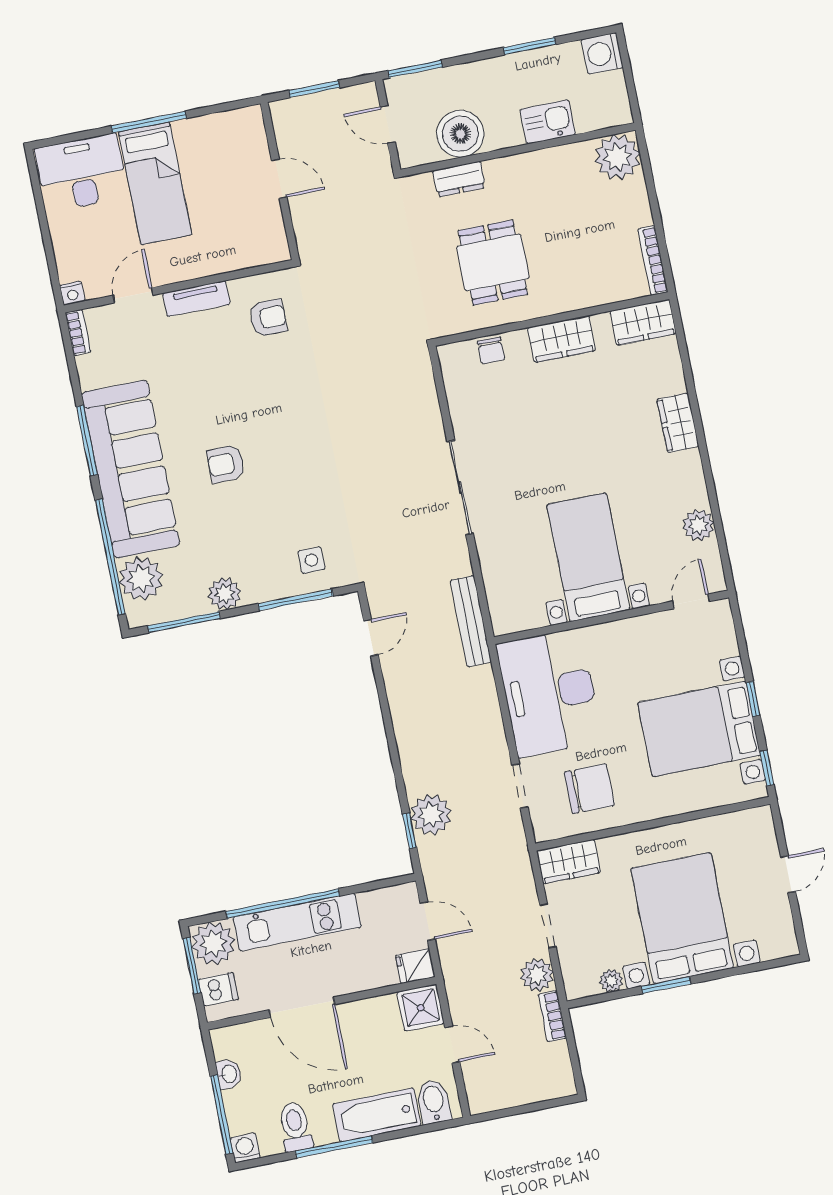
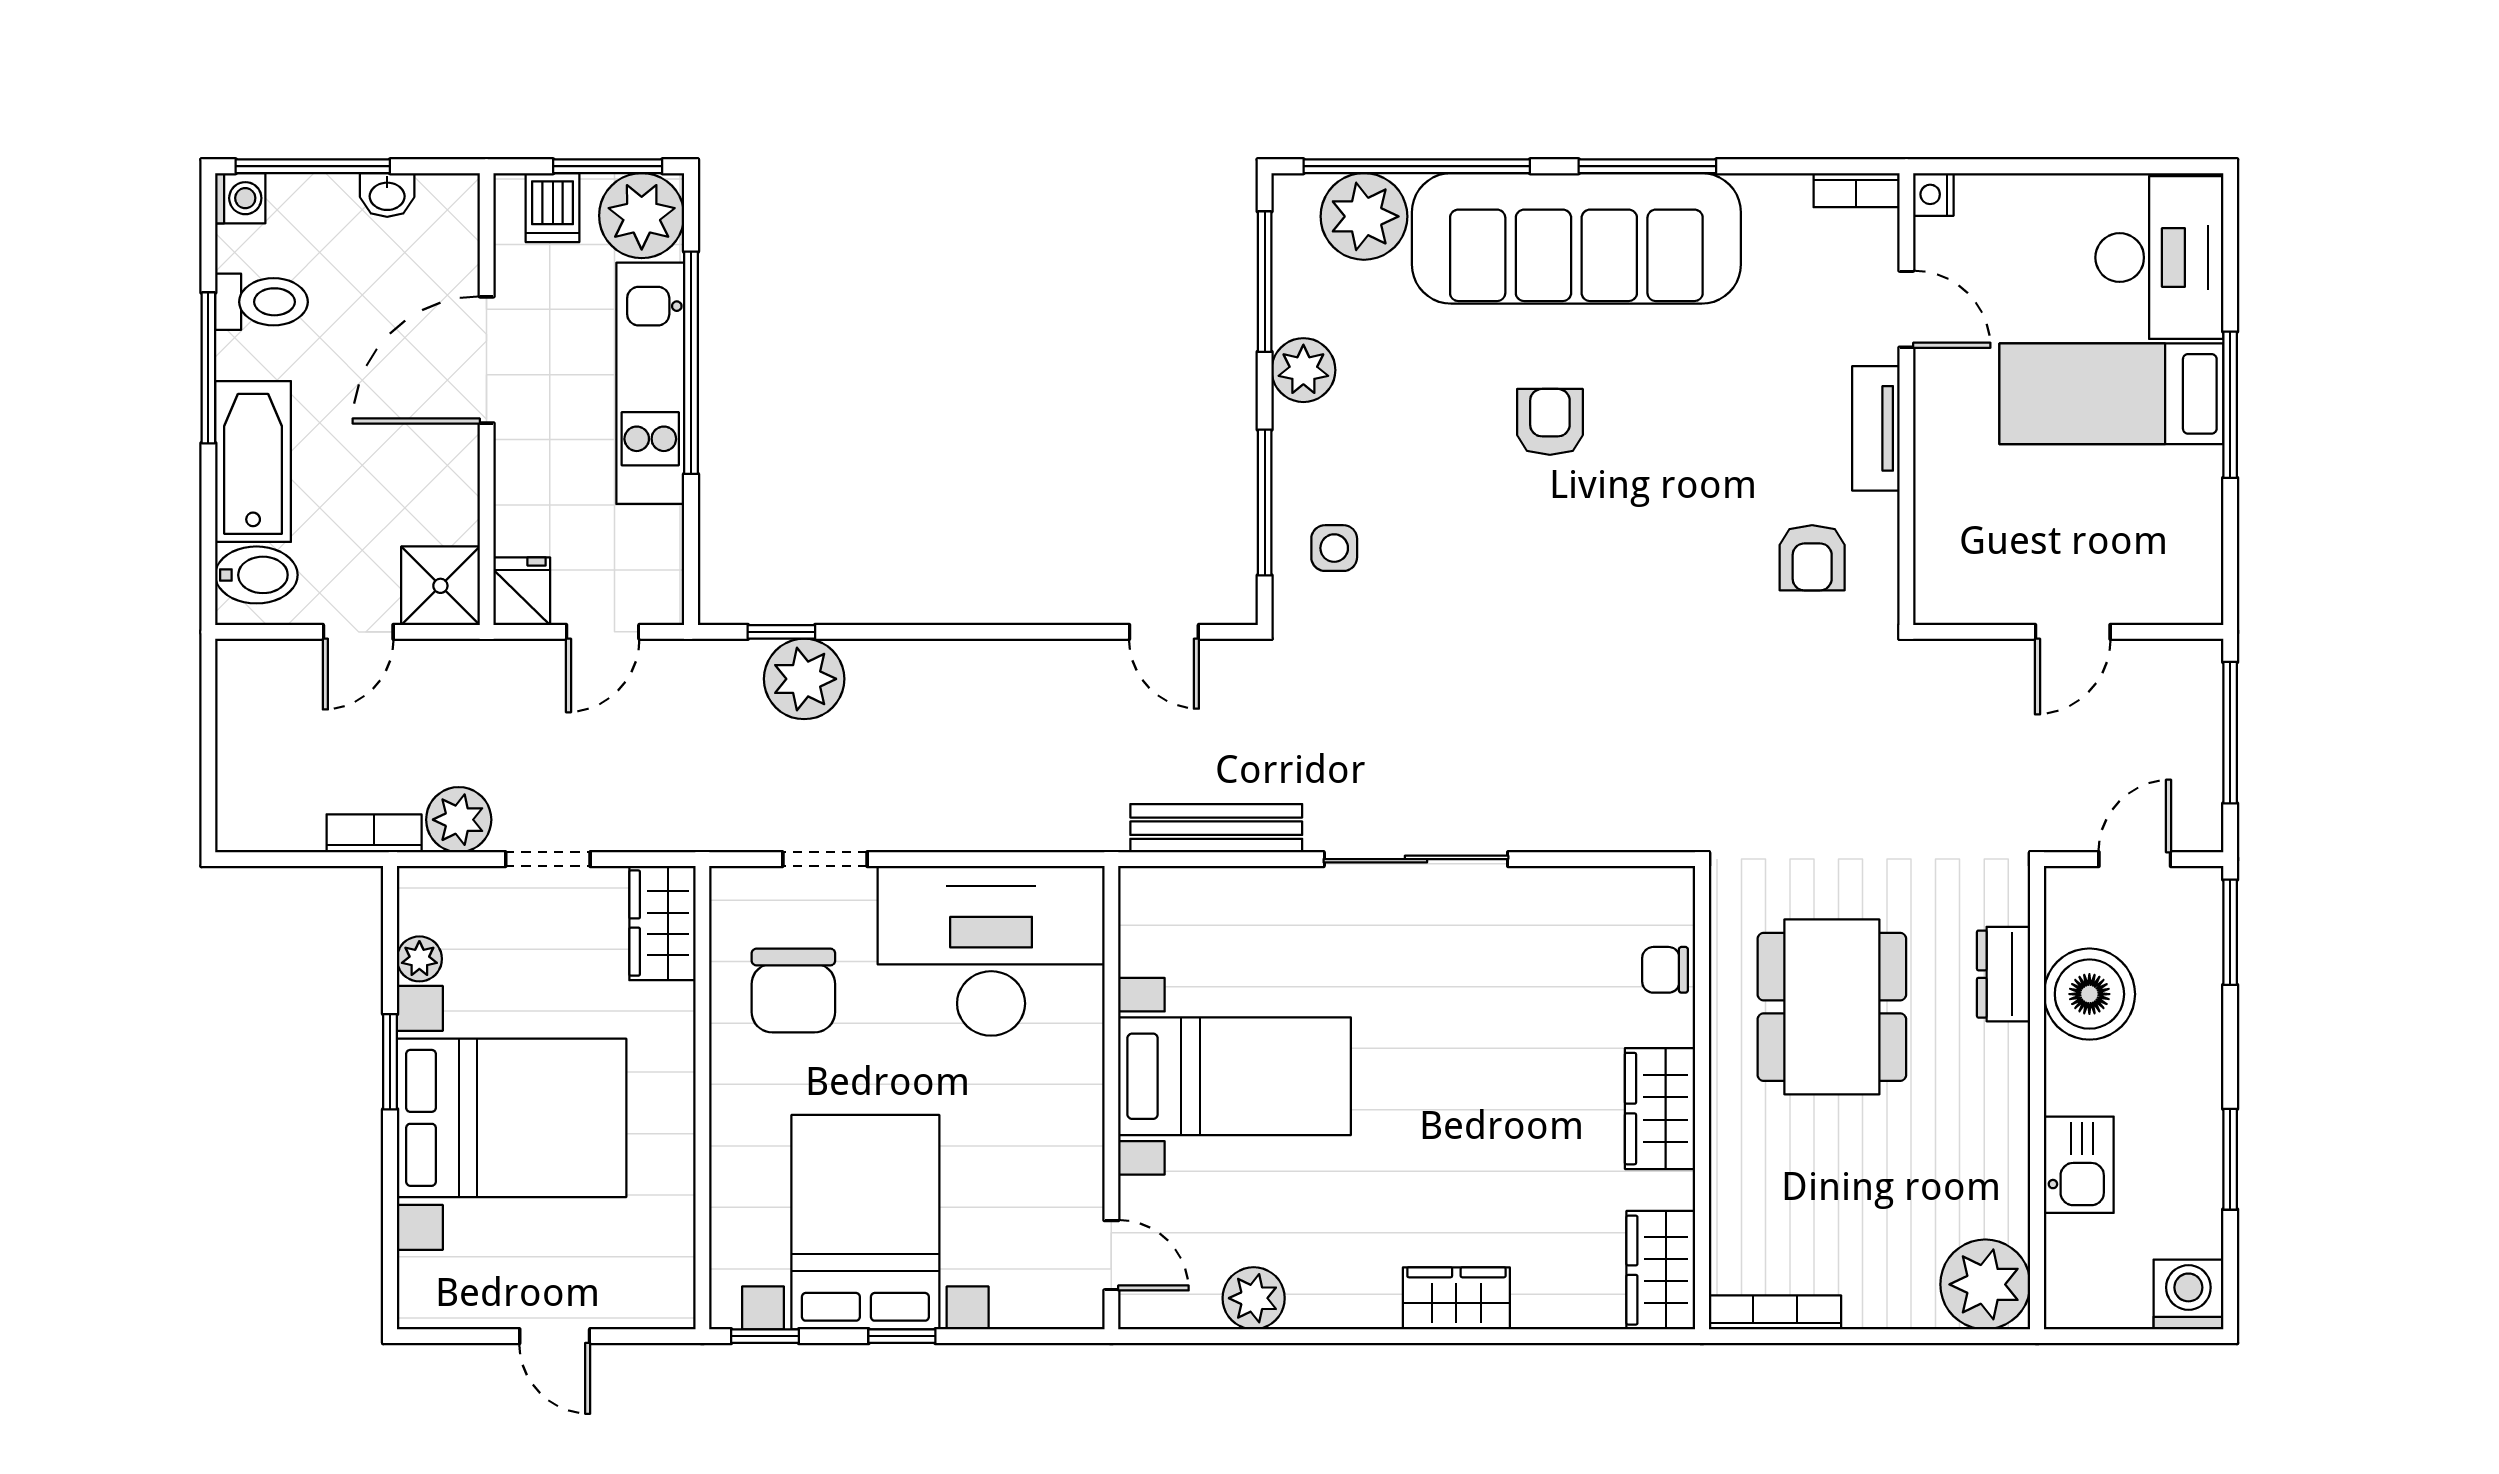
window: (314, 89) -> (2230, 733), width x1.44
dining table: (493, 263) -> (1832, 1007), width x1.38
bench: (471, 621) -> (1216, 828), moved

